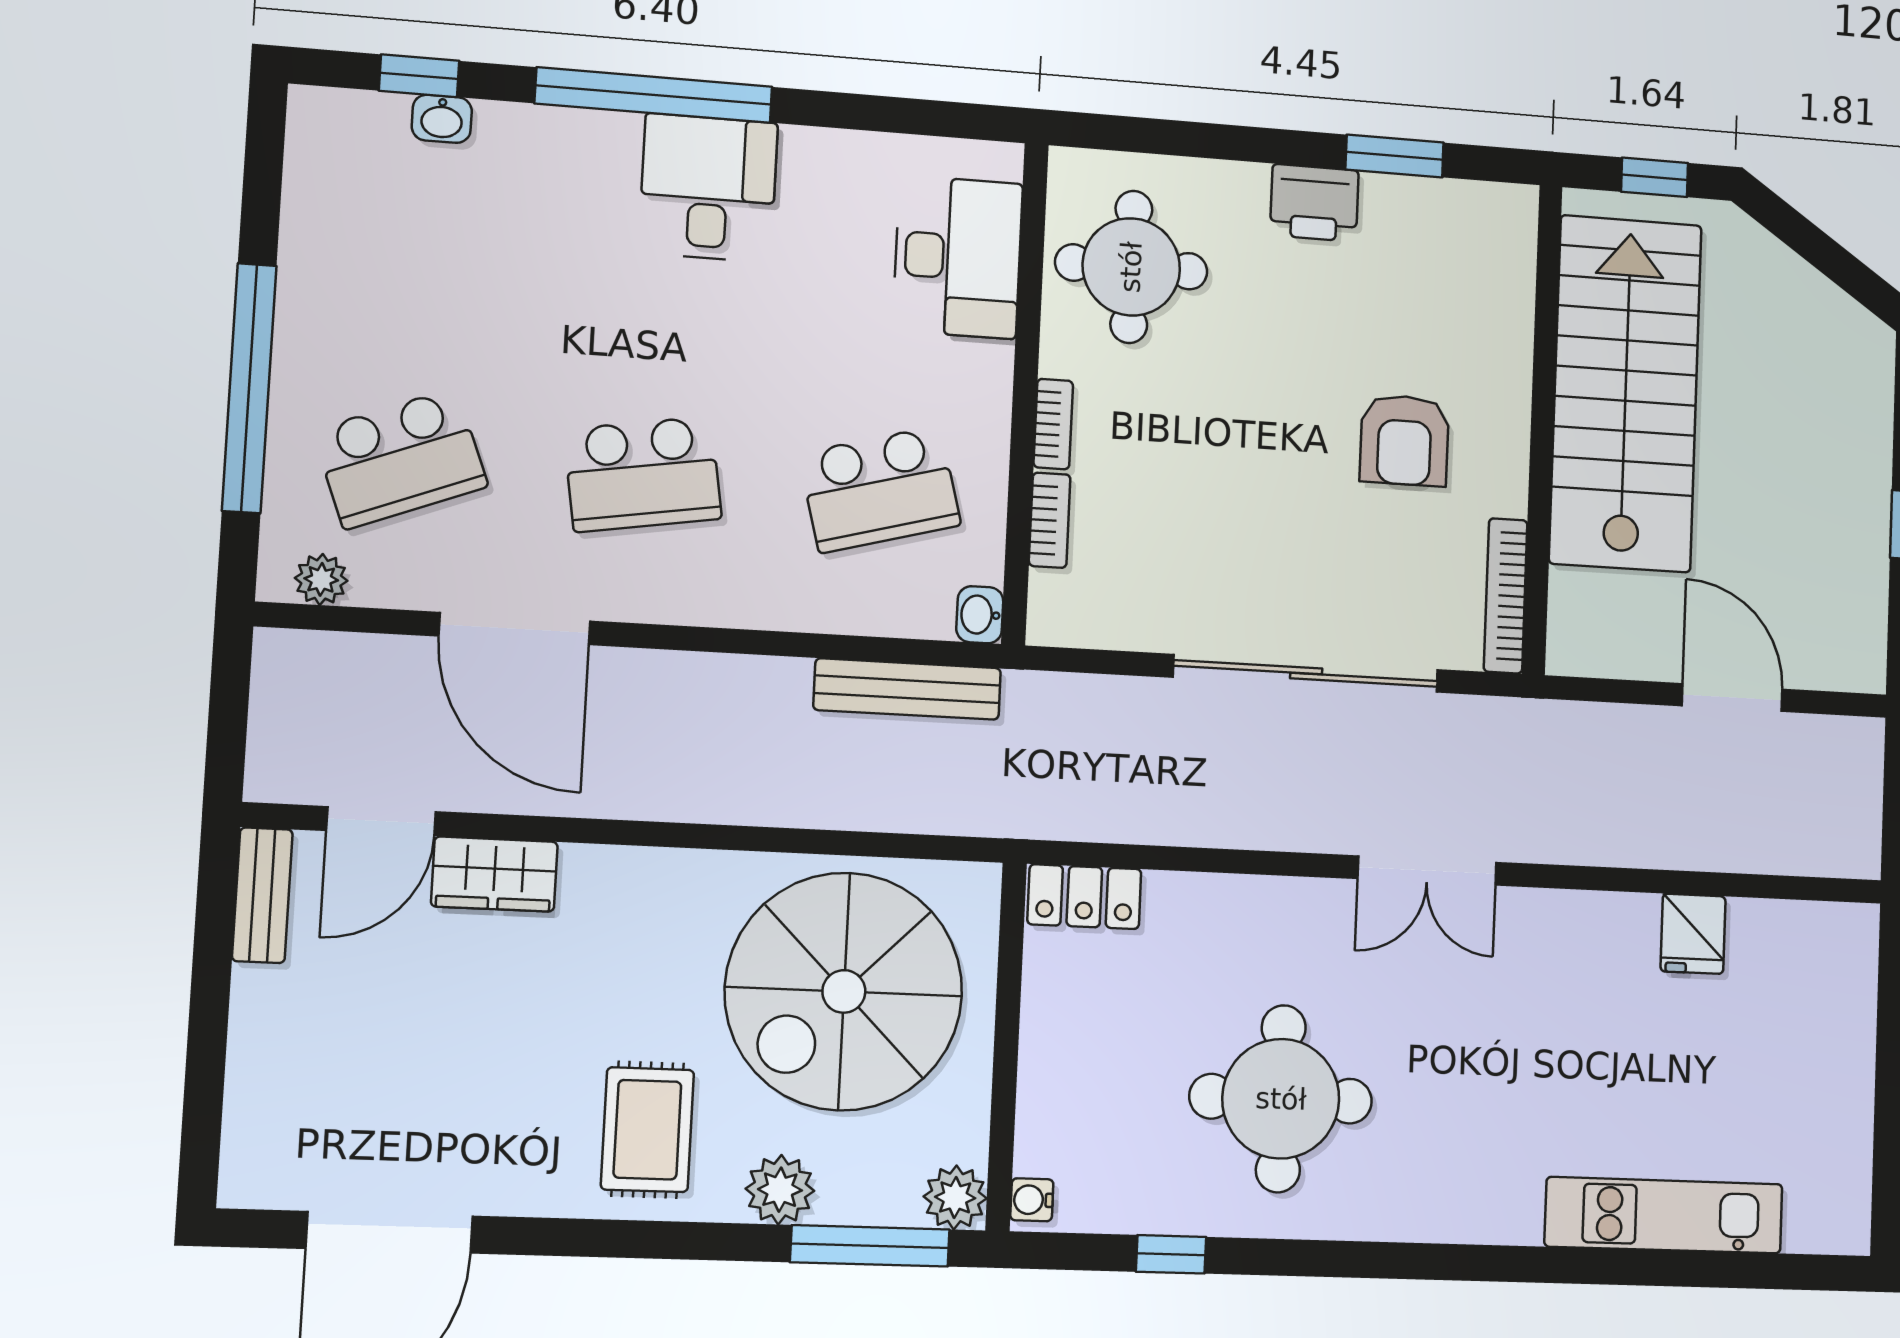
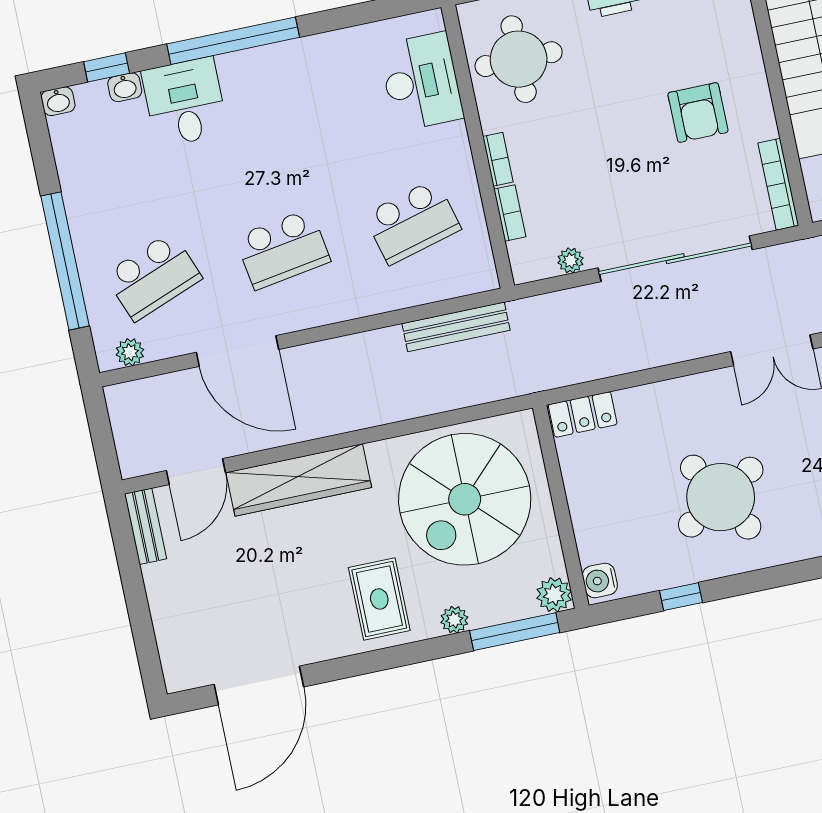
desk: (708, 188) -> (185, 102), moved
washbasin: (980, 615) -> (58, 101), moved, turned -90
plant: (1131, 629) -> (571, 260), added
wardrobe: (494, 874) -> (299, 480), width x2.10, depth x1.17
round table: (1281, 1099) -> (721, 497), turned -31
plant: (780, 1190) -> (454, 620), width x0.73, depth x0.73
water cooler: (1032, 1200) -> (600, 580), width x1.38, depth x1.38

